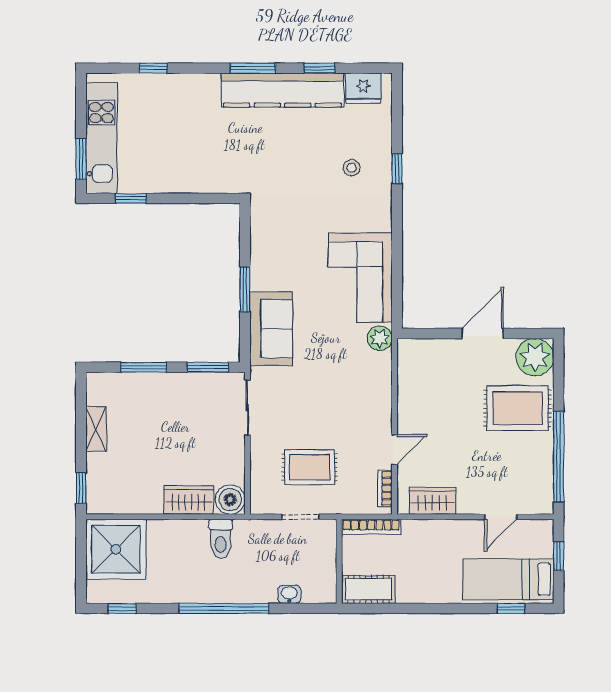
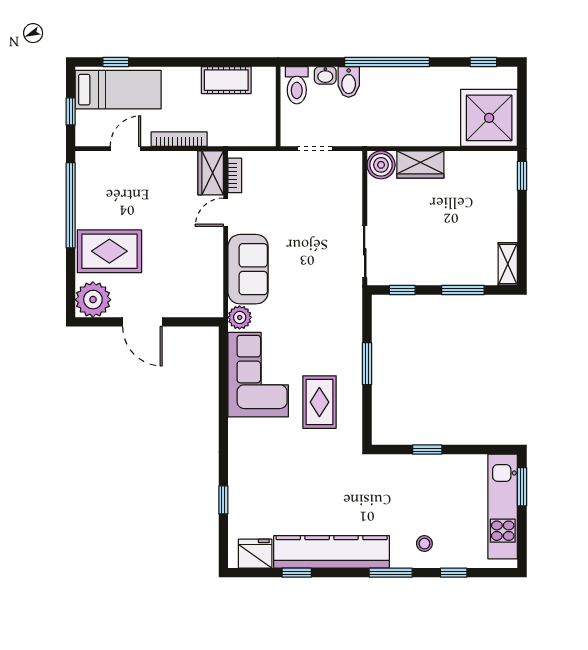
window: (253, 68) -> (391, 573), moved
stool: (352, 168) -> (424, 544), moved
window: (397, 169) -> (223, 500), moved
window: (131, 198) -> (427, 450), moved
sofa: (271, 329) -> (248, 269), moved, turned 180
door: (483, 333) -> (142, 322), hinge flipped
window: (208, 367) -> (402, 290), width x0.67
shelving: (96, 429) -> (508, 264), moved
rug: (310, 467) -> (319, 402), moved, turned 90
wardrobe: (432, 501) -> (211, 173), moved, turned 90
bookcase: (371, 527) -> (179, 139), moved
toilet: (221, 539) -> (297, 85), moved, turned 180
bidet: (264, 587) -> (349, 82), added
cot: (369, 589) -> (226, 80), moved

